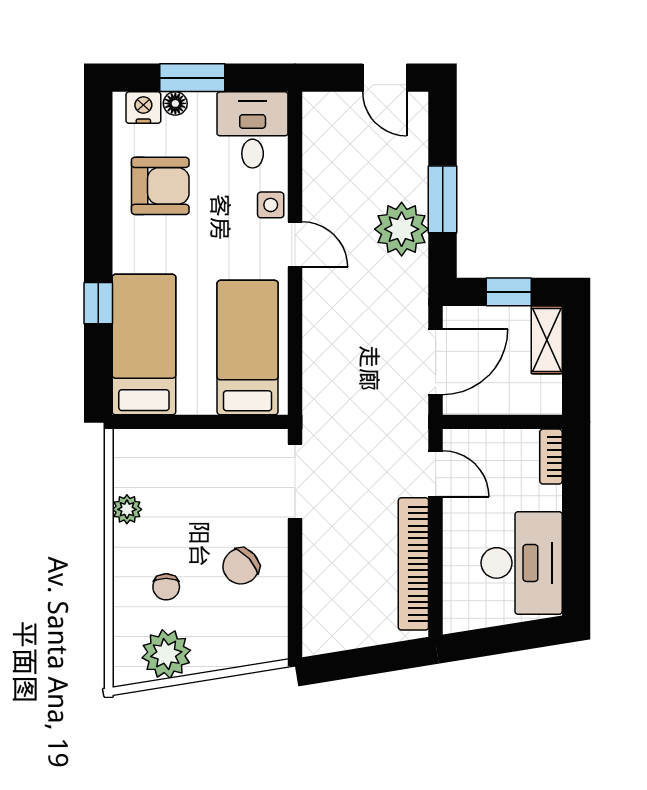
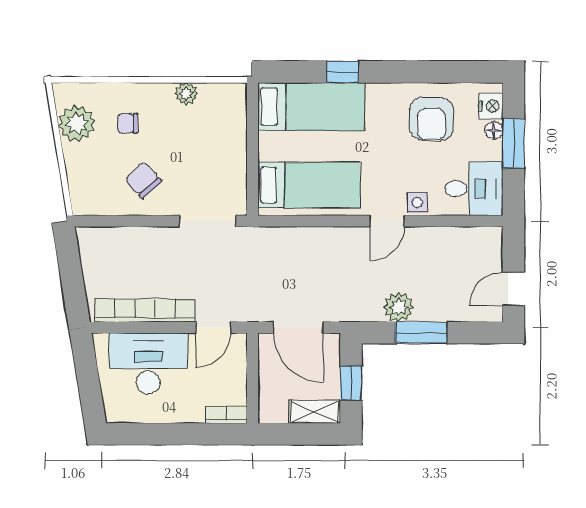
plant: (402, 229) -> (399, 307), width x0.73, depth x0.73
desk: (522, 563) -> (148, 363), moved, turned 180

